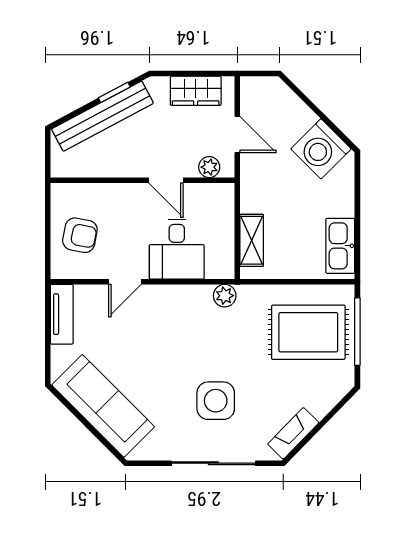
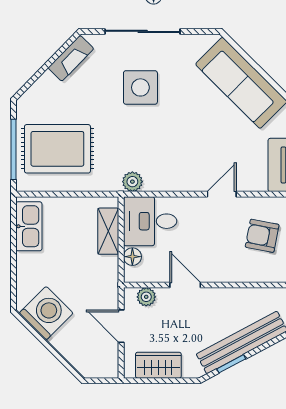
floor lamp: (225, 212) -> (132, 257), added
desk: (177, 249) -> (150, 221), moved, turned -90

